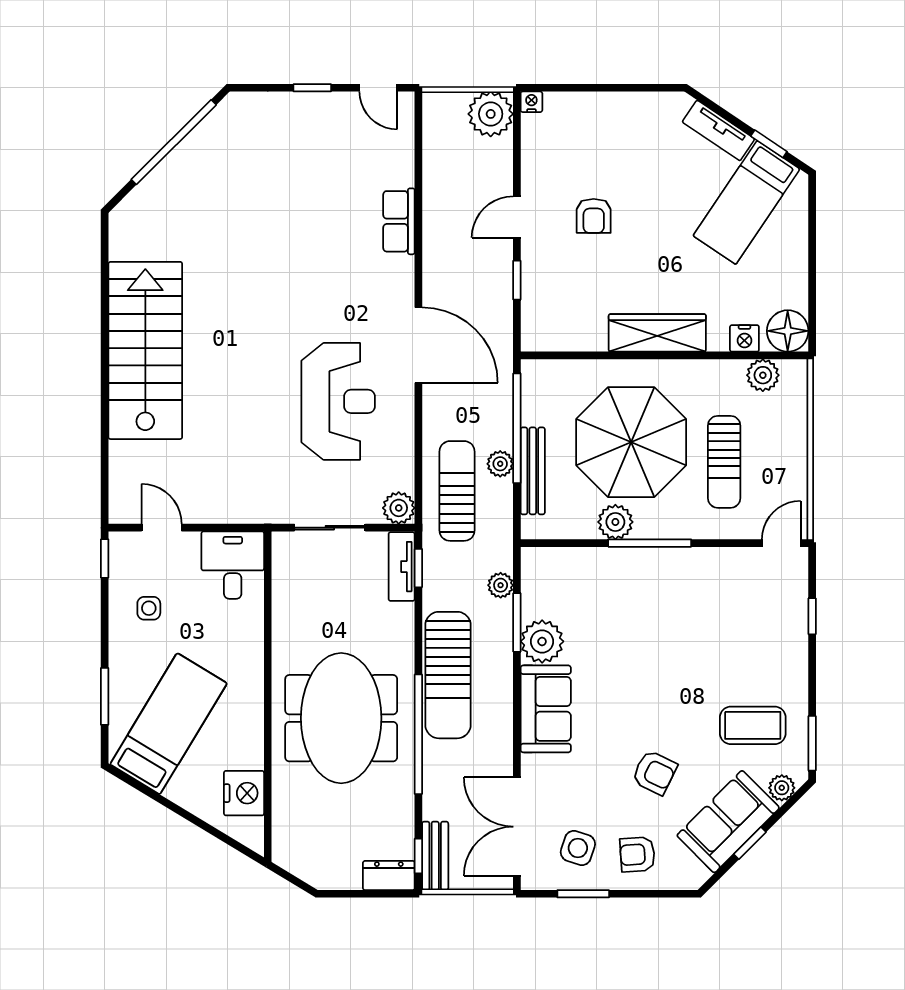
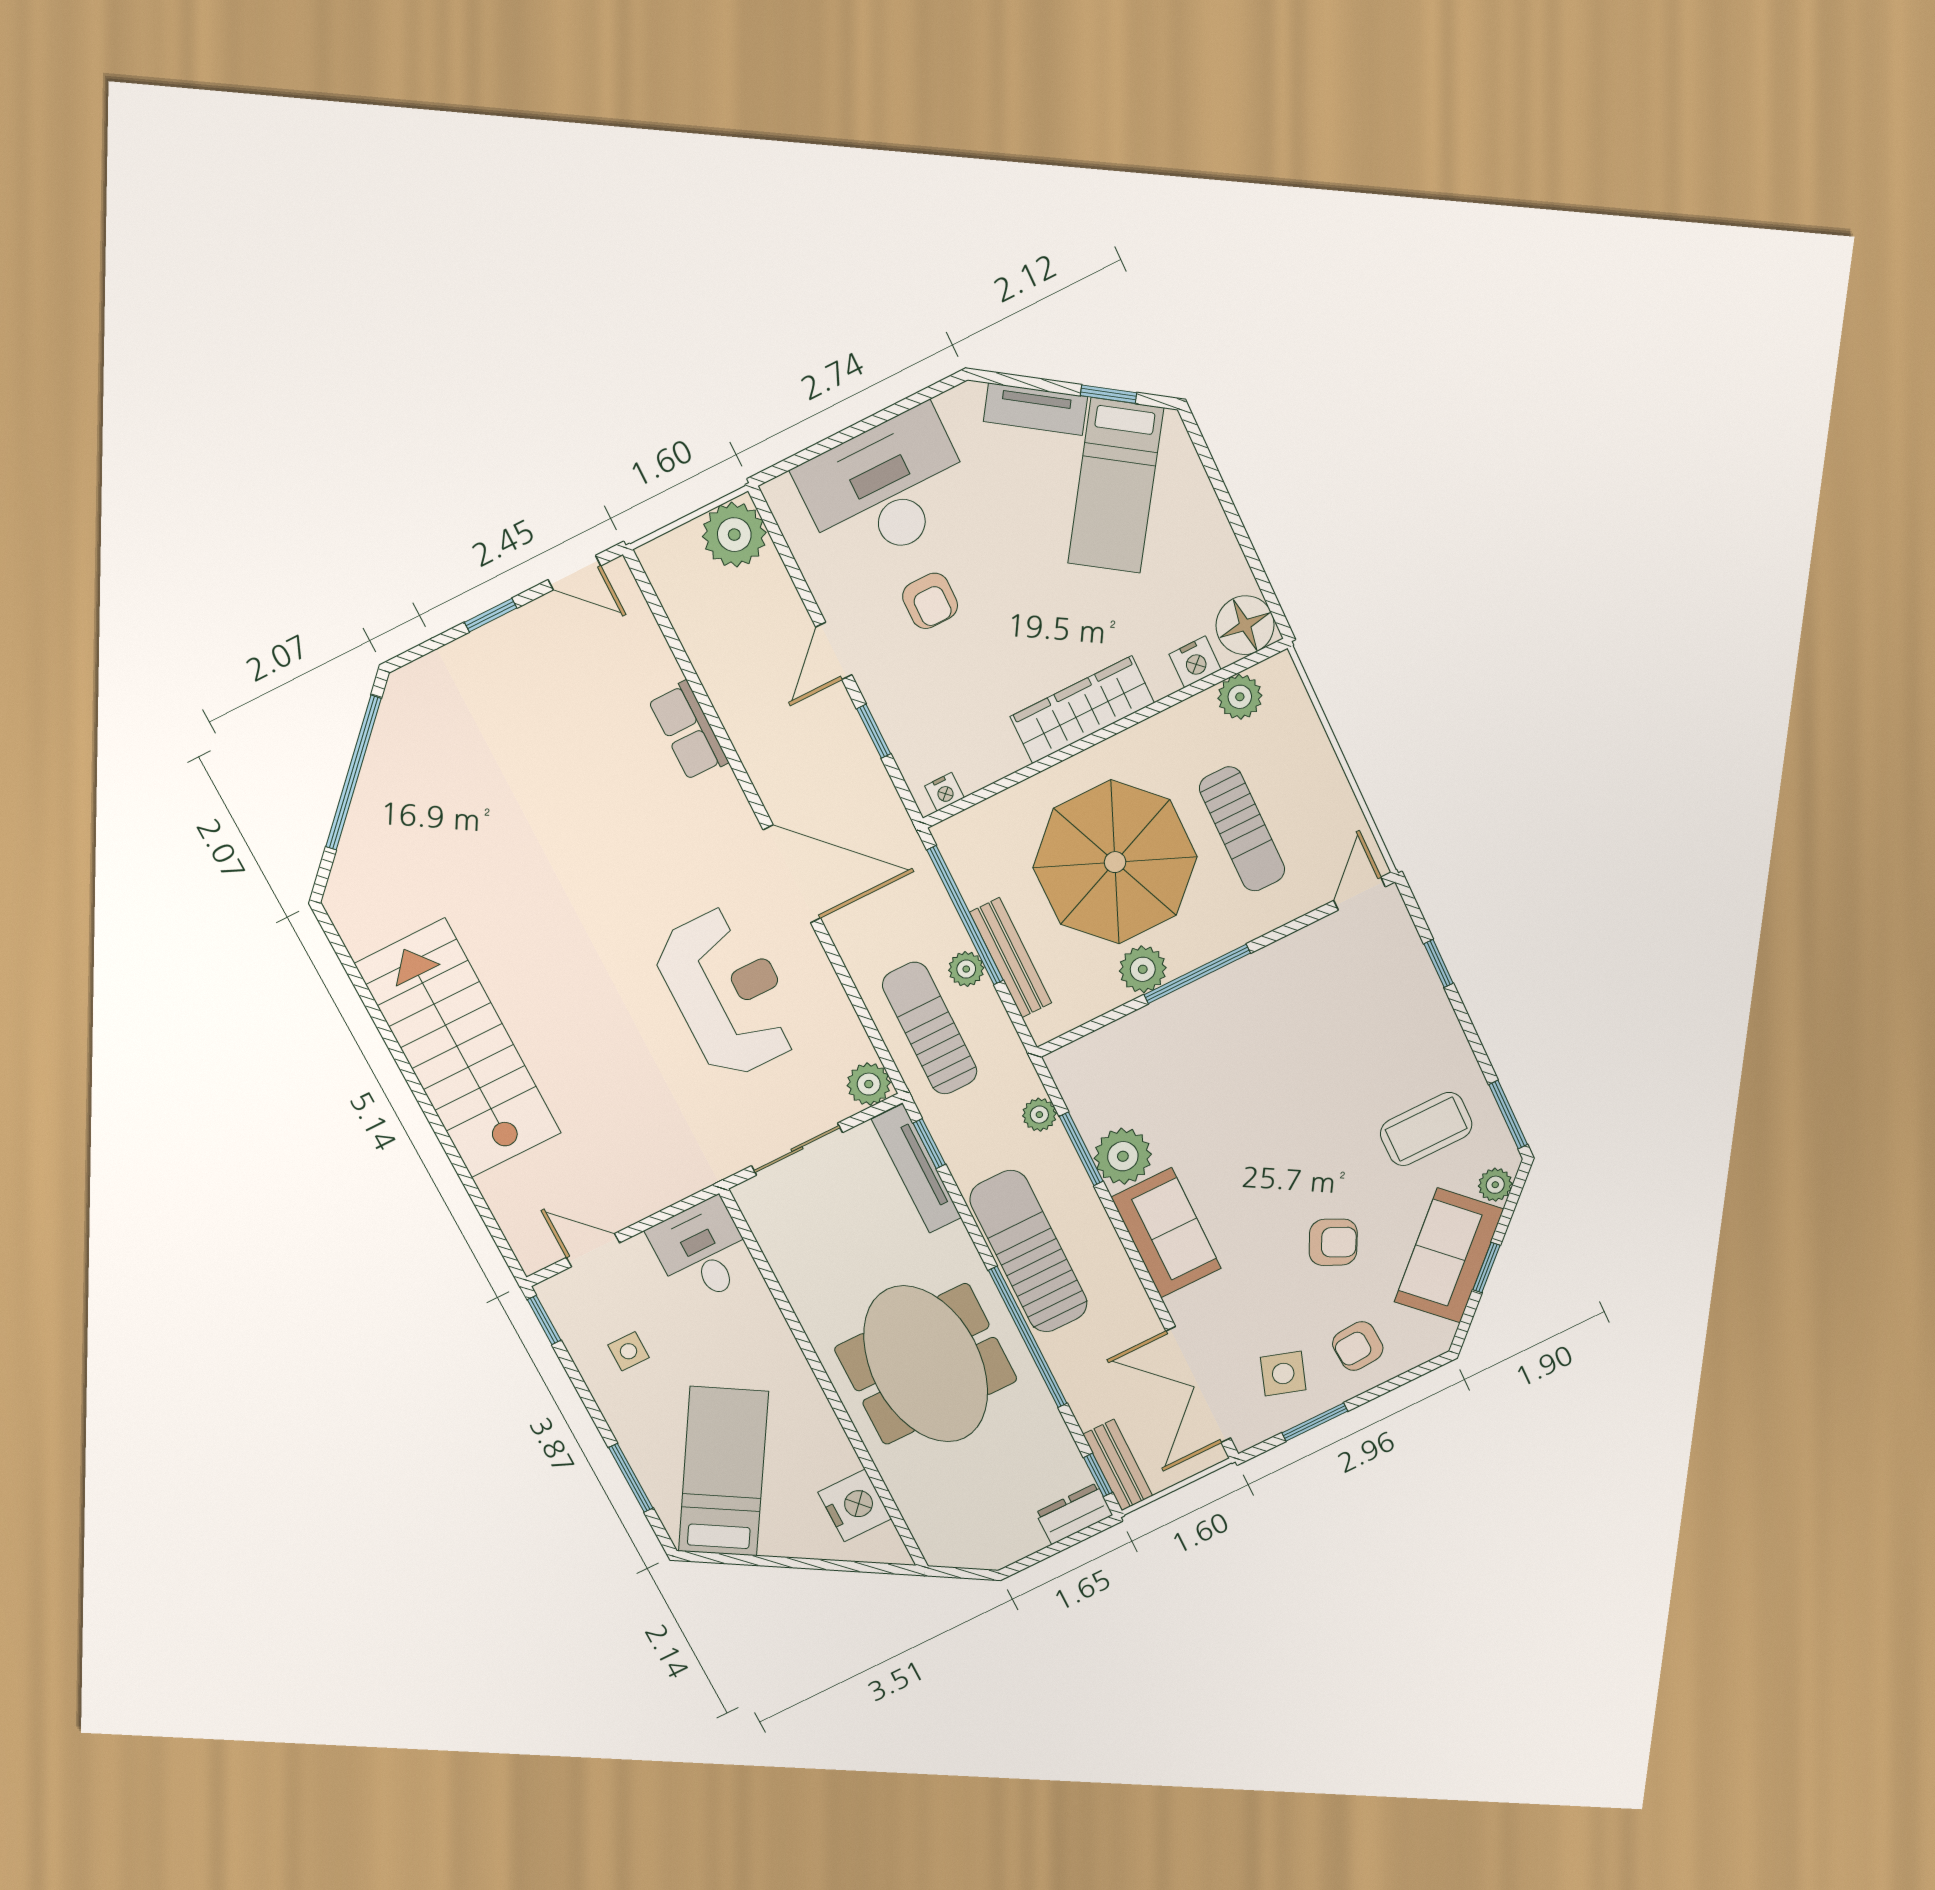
nightstand: (531, 102) -> (944, 792), moved, turned 180
desk: (600, 133) -> (886, 489), added
tv unit: (402, 567) -> (916, 1169), width x1.41
sun lounger: (448, 675) -> (1029, 1251), turned 180

